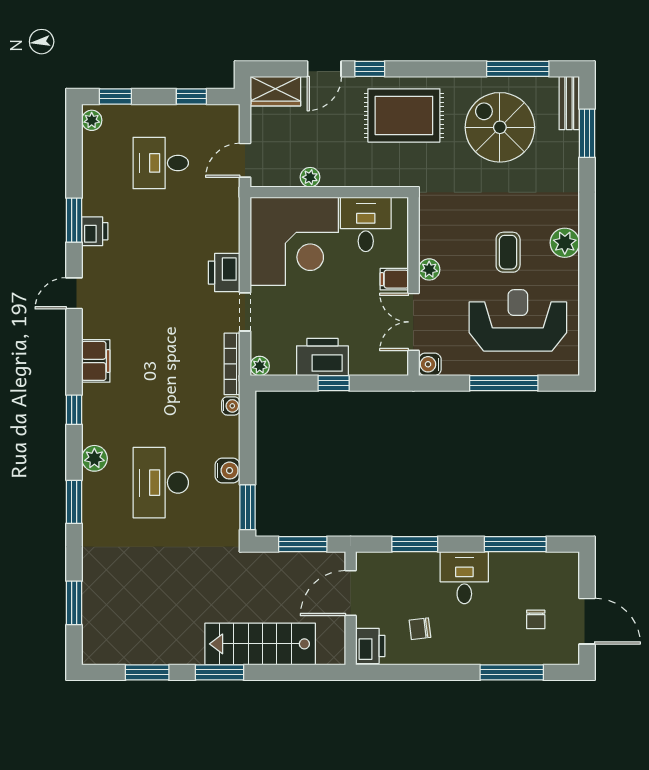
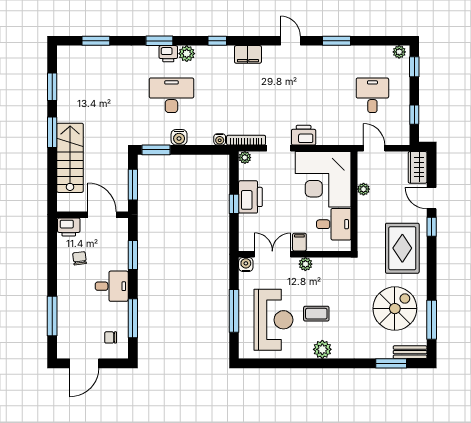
printer: (95, 231) -> (168, 54), moved
chair: (536, 619) -> (111, 337), moved

